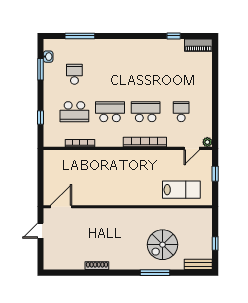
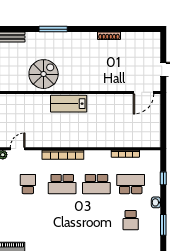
washbasin: (48, 57) -> (156, 202), moved
school desk: (181, 112) -> (28, 184), turned 180
lab bench: (181, 190) -> (69, 104), moved
spiral stairs: (163, 245) -> (44, 74), moved

